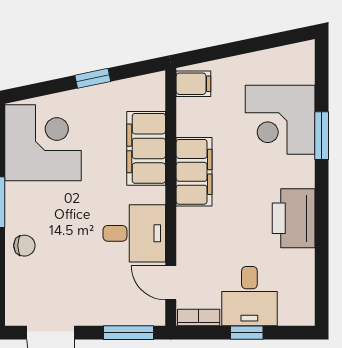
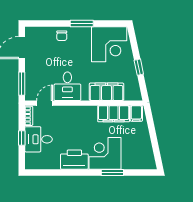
corner desk: (280, 120) -> (105, 153), moved
filing cabinet: (194, 172) -> (114, 114), moved

